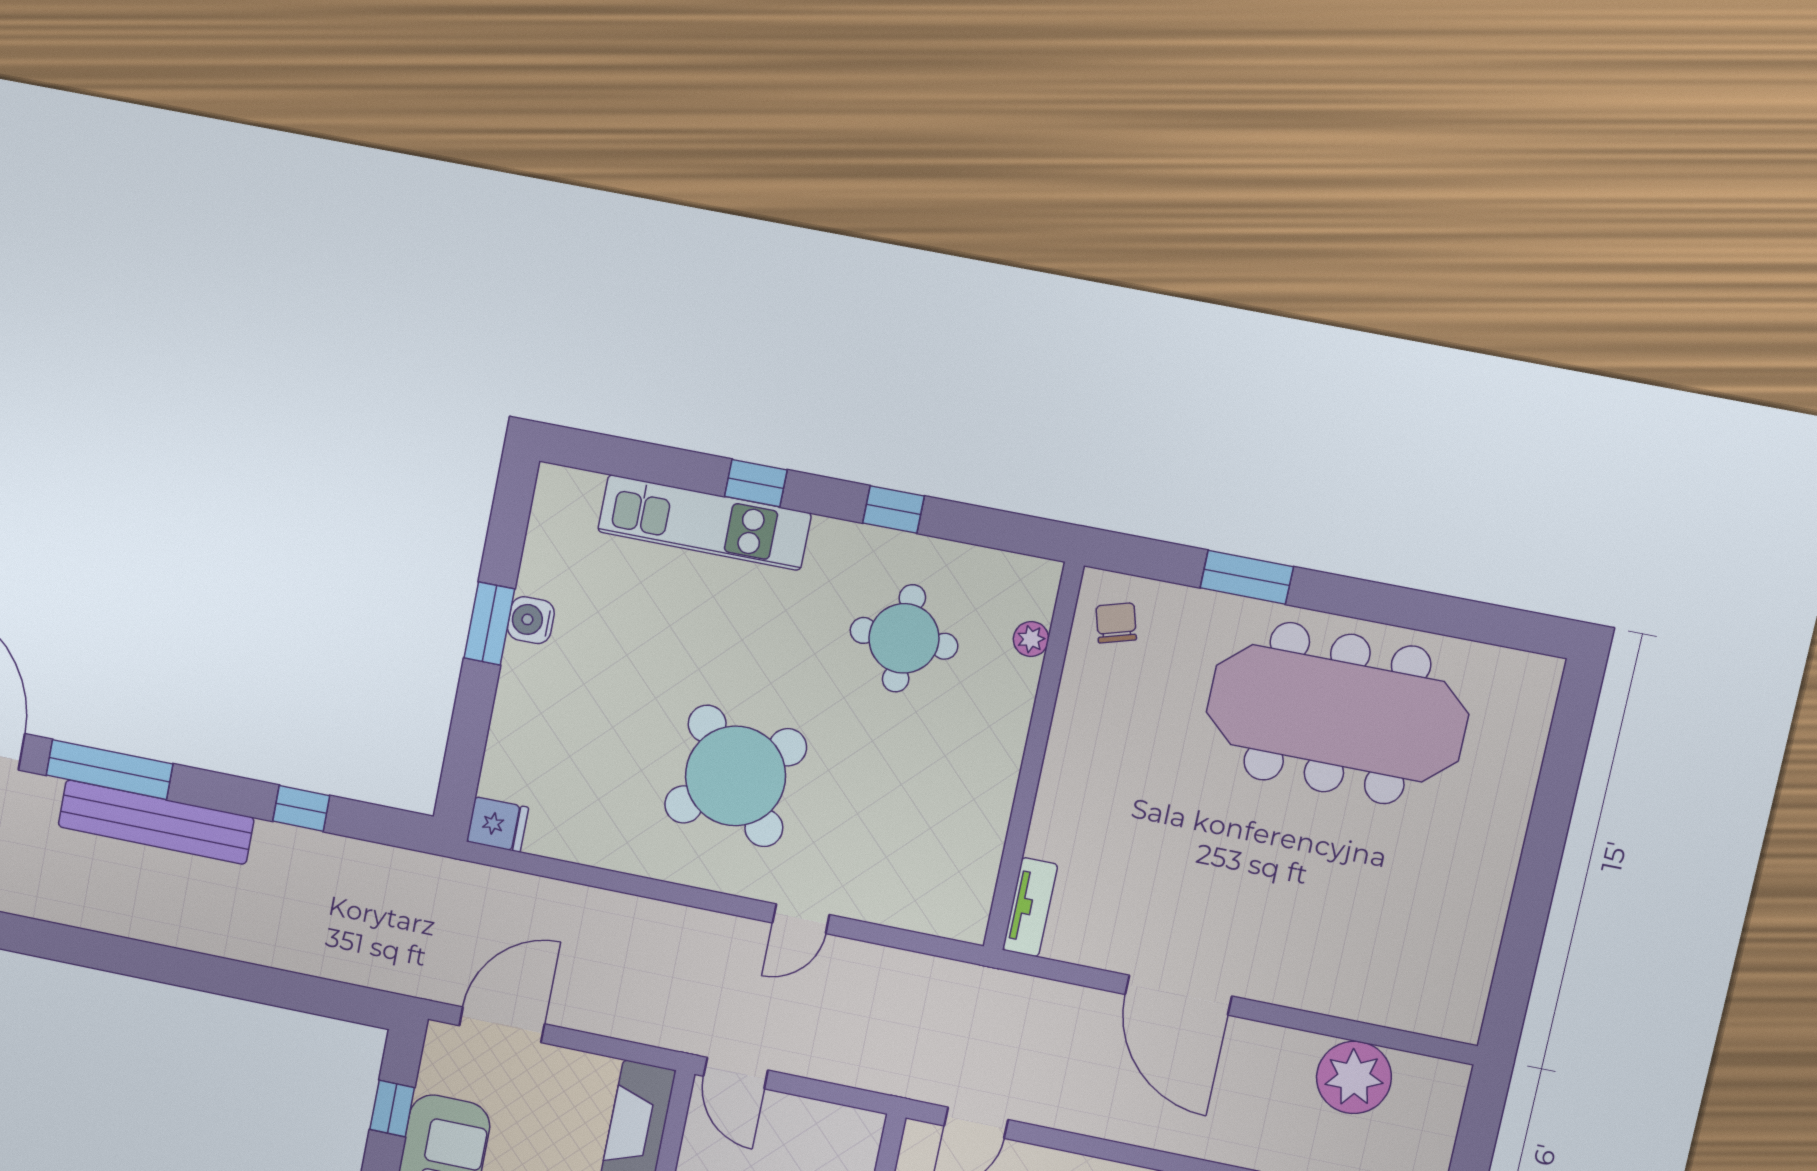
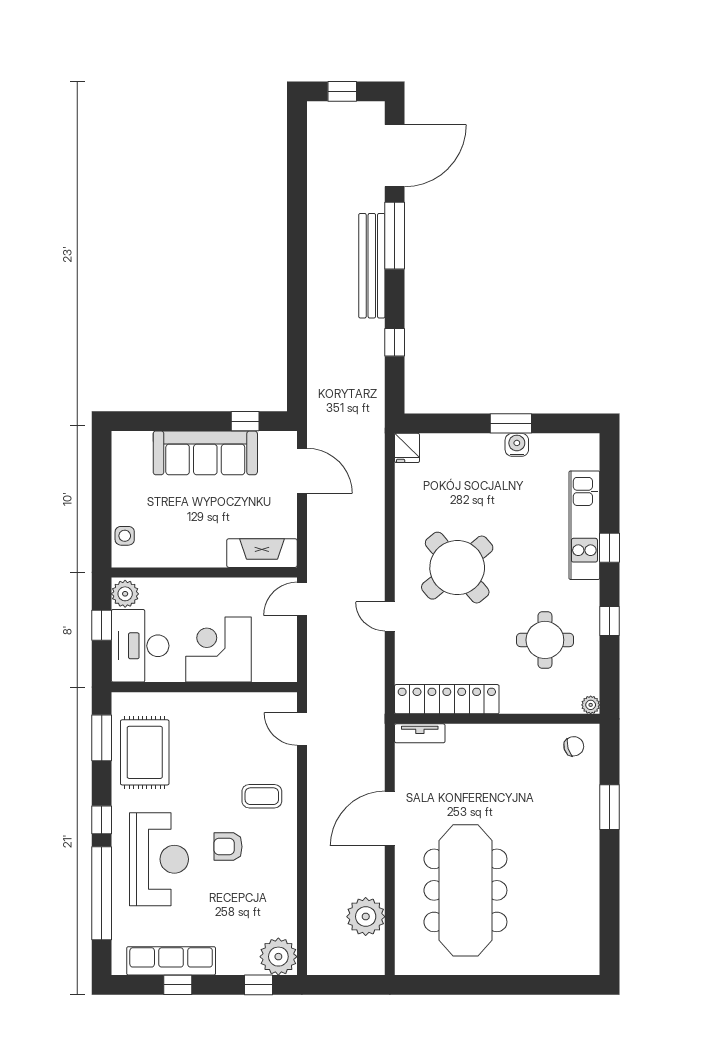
plant: (1031, 639) -> (591, 705), moved
meeting table: (1337, 713) -> (465, 890), moved
locker: (977, 844) -> (447, 699), added

